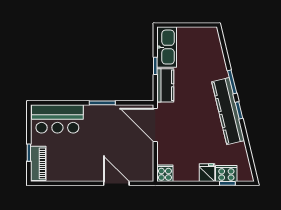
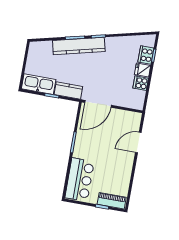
kitchen counter: (228, 111) -> (79, 46), moved
cooker: (165, 173) -> (141, 83), moved

